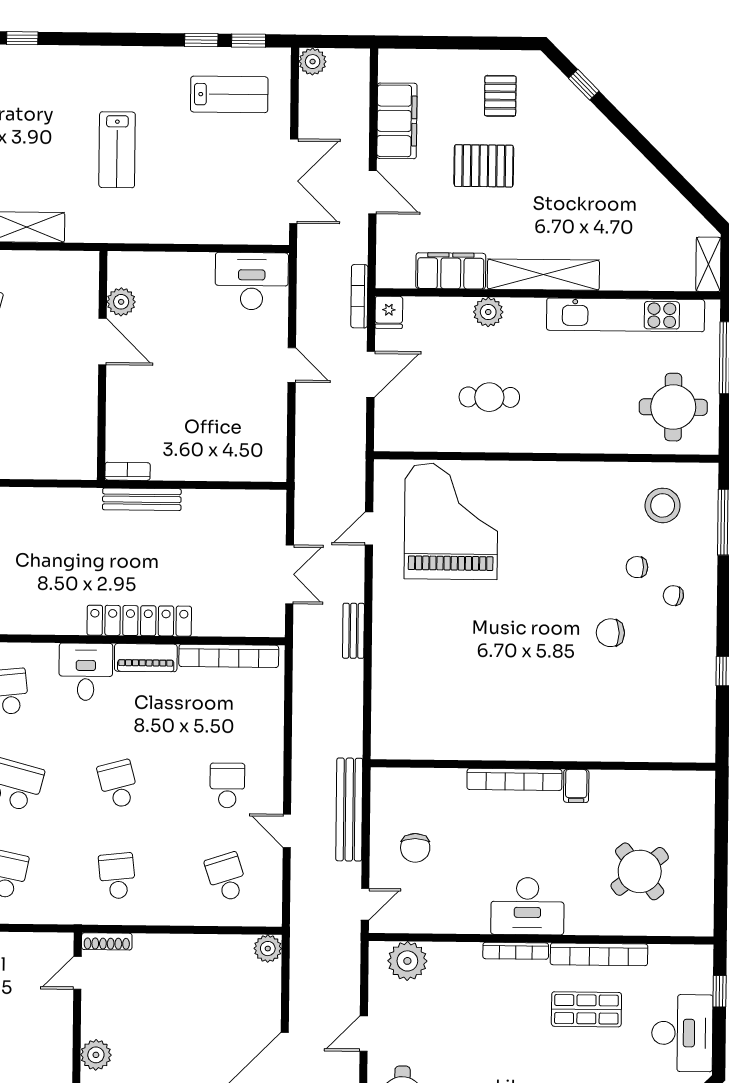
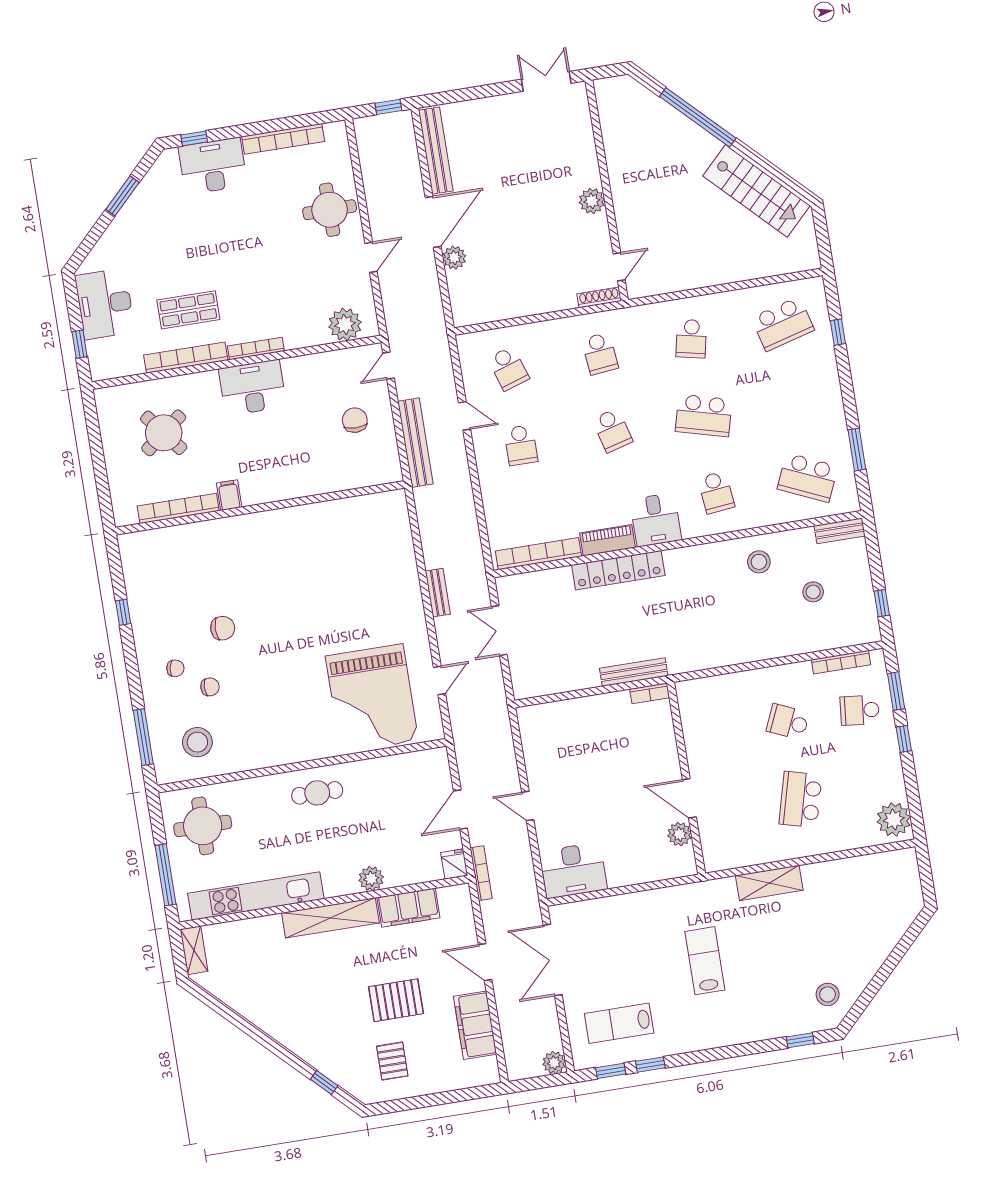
cafe table: (489, 397) -> (317, 793), moved
bookcase: (514, 779) -> (178, 508), moved
plant: (268, 949) -> (454, 258), moved

